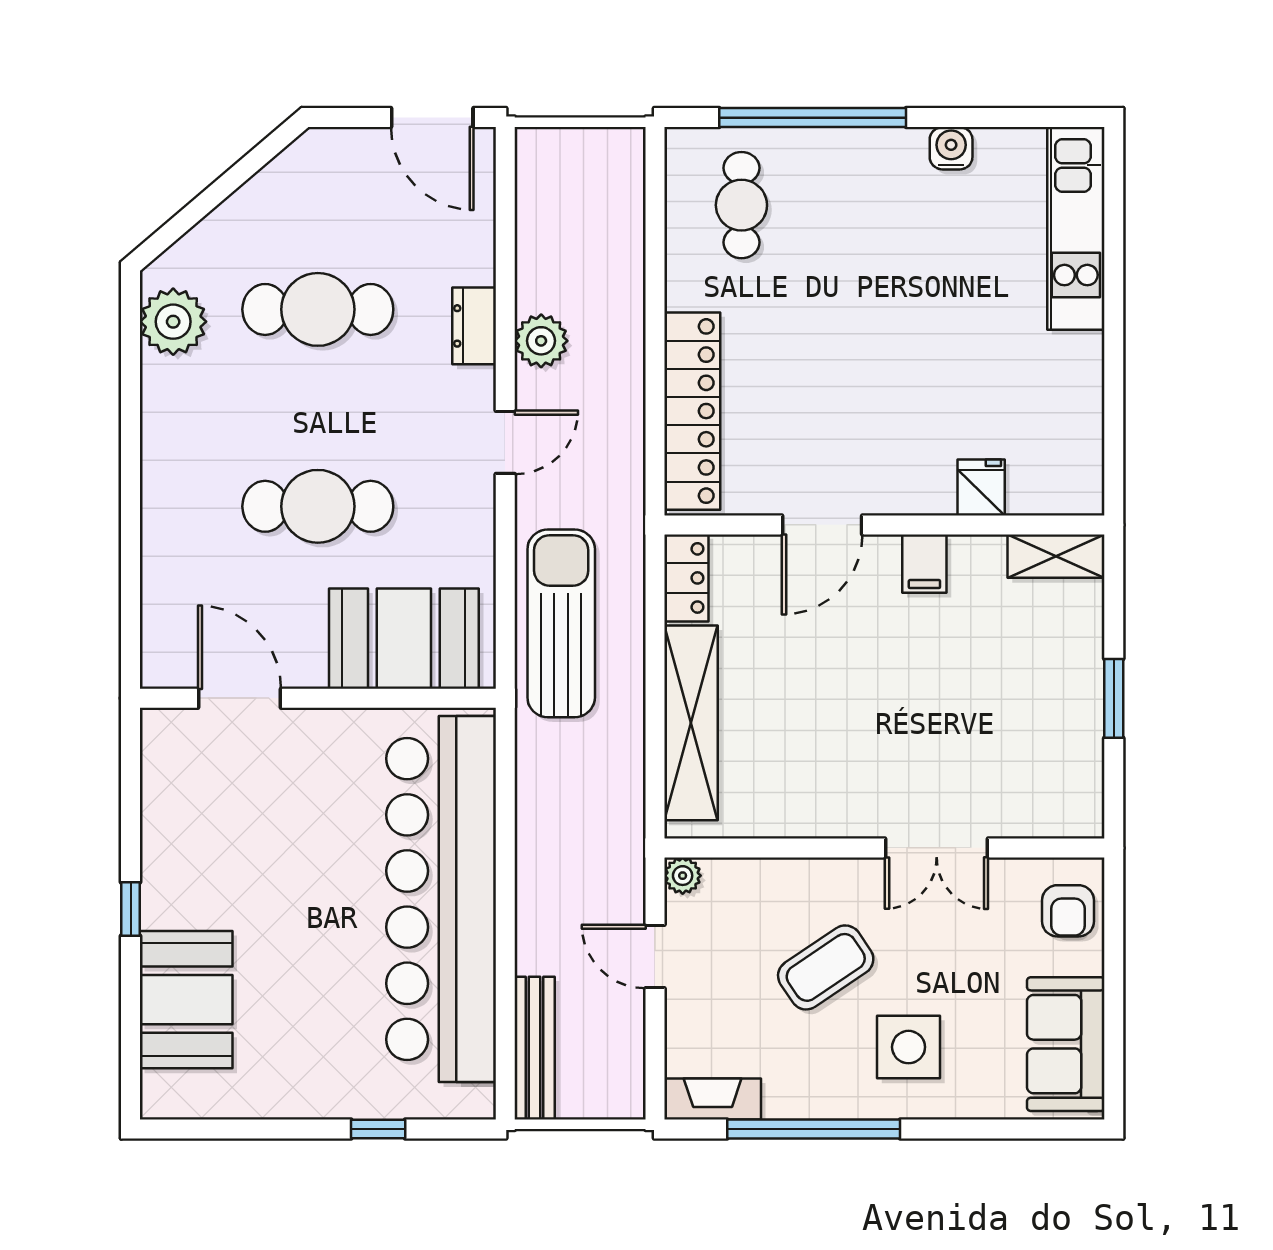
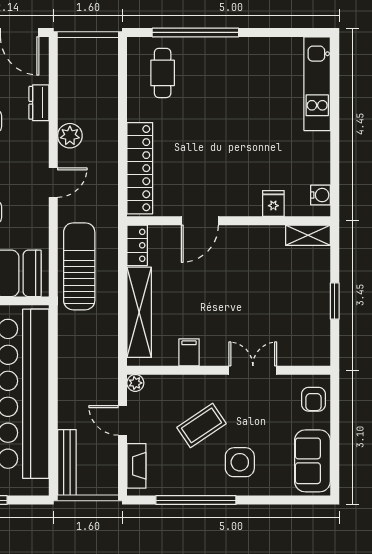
water cooler: (951, 148) -> (321, 195), moved, turned 90
dresser: (474, 326) -> (39, 103), moved
filing cabinet: (924, 564) -> (189, 352), moved, turned 180
double door: (937, 848) -> (253, 370), swing flipped
fireplace: (713, 1099) -> (136, 466), moved, turned 90

